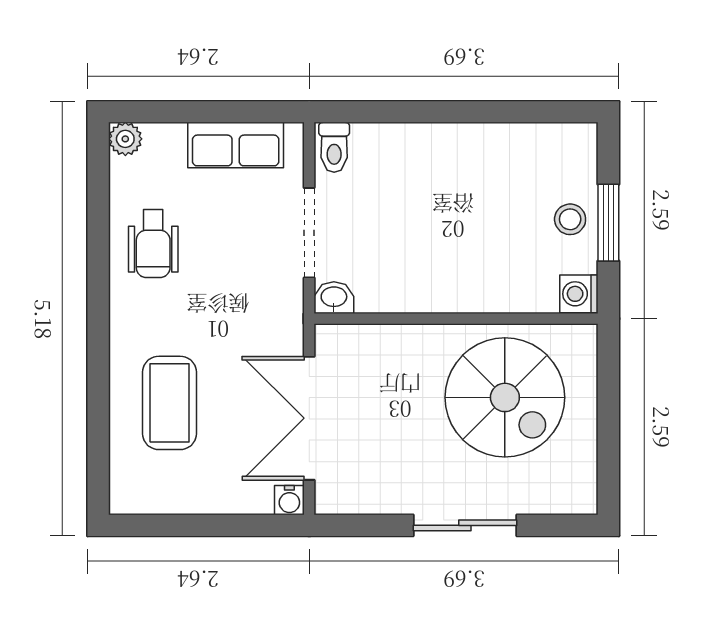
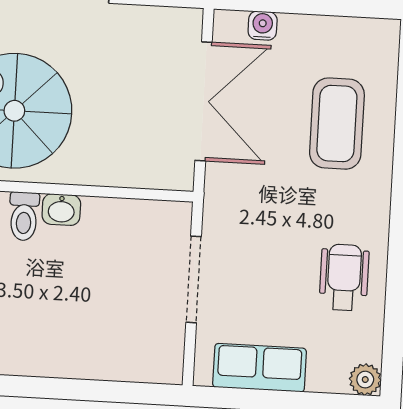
toilet: (334, 147) -> (24, 216), moved, turned 180
washbasin: (334, 298) -> (61, 210), moved
water cooler: (289, 500) -> (263, 26), moved

